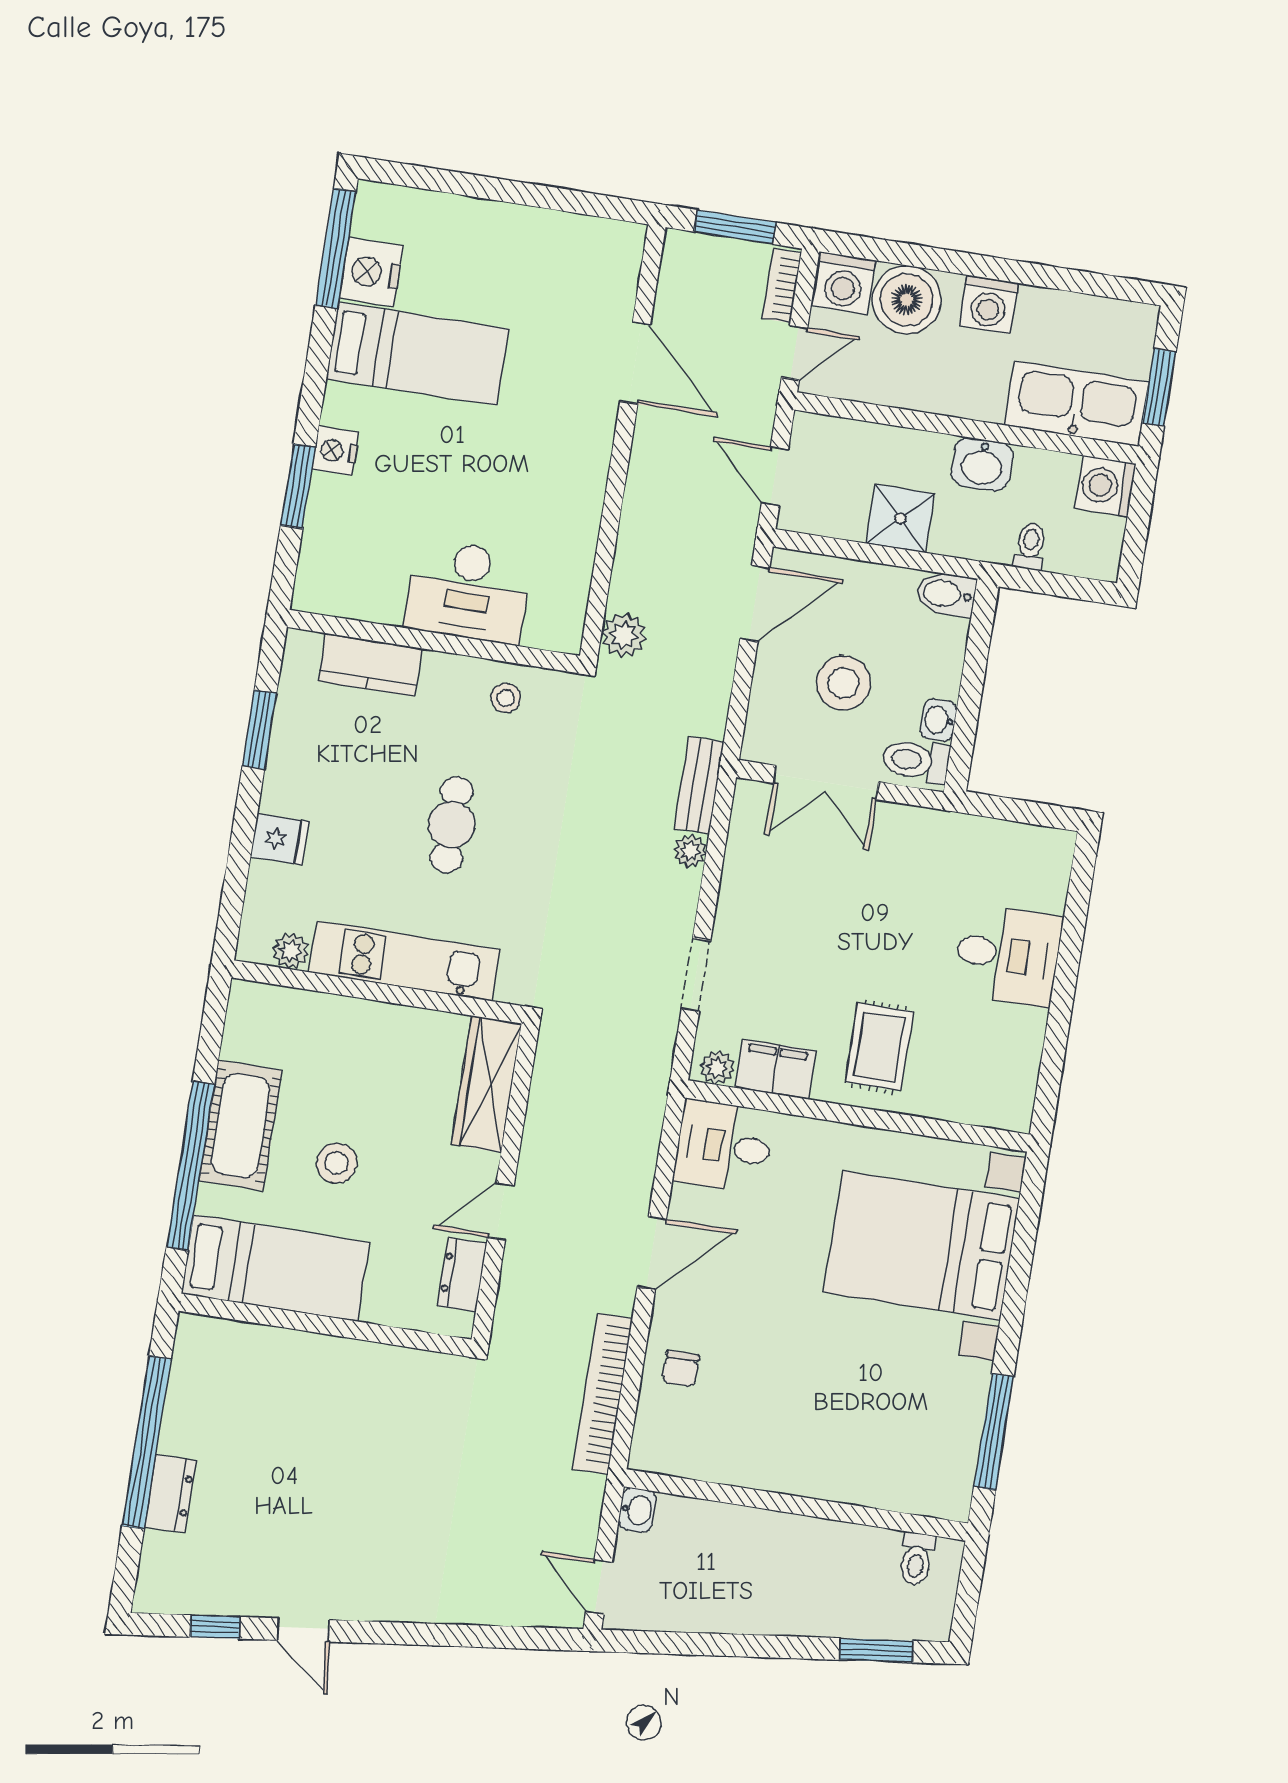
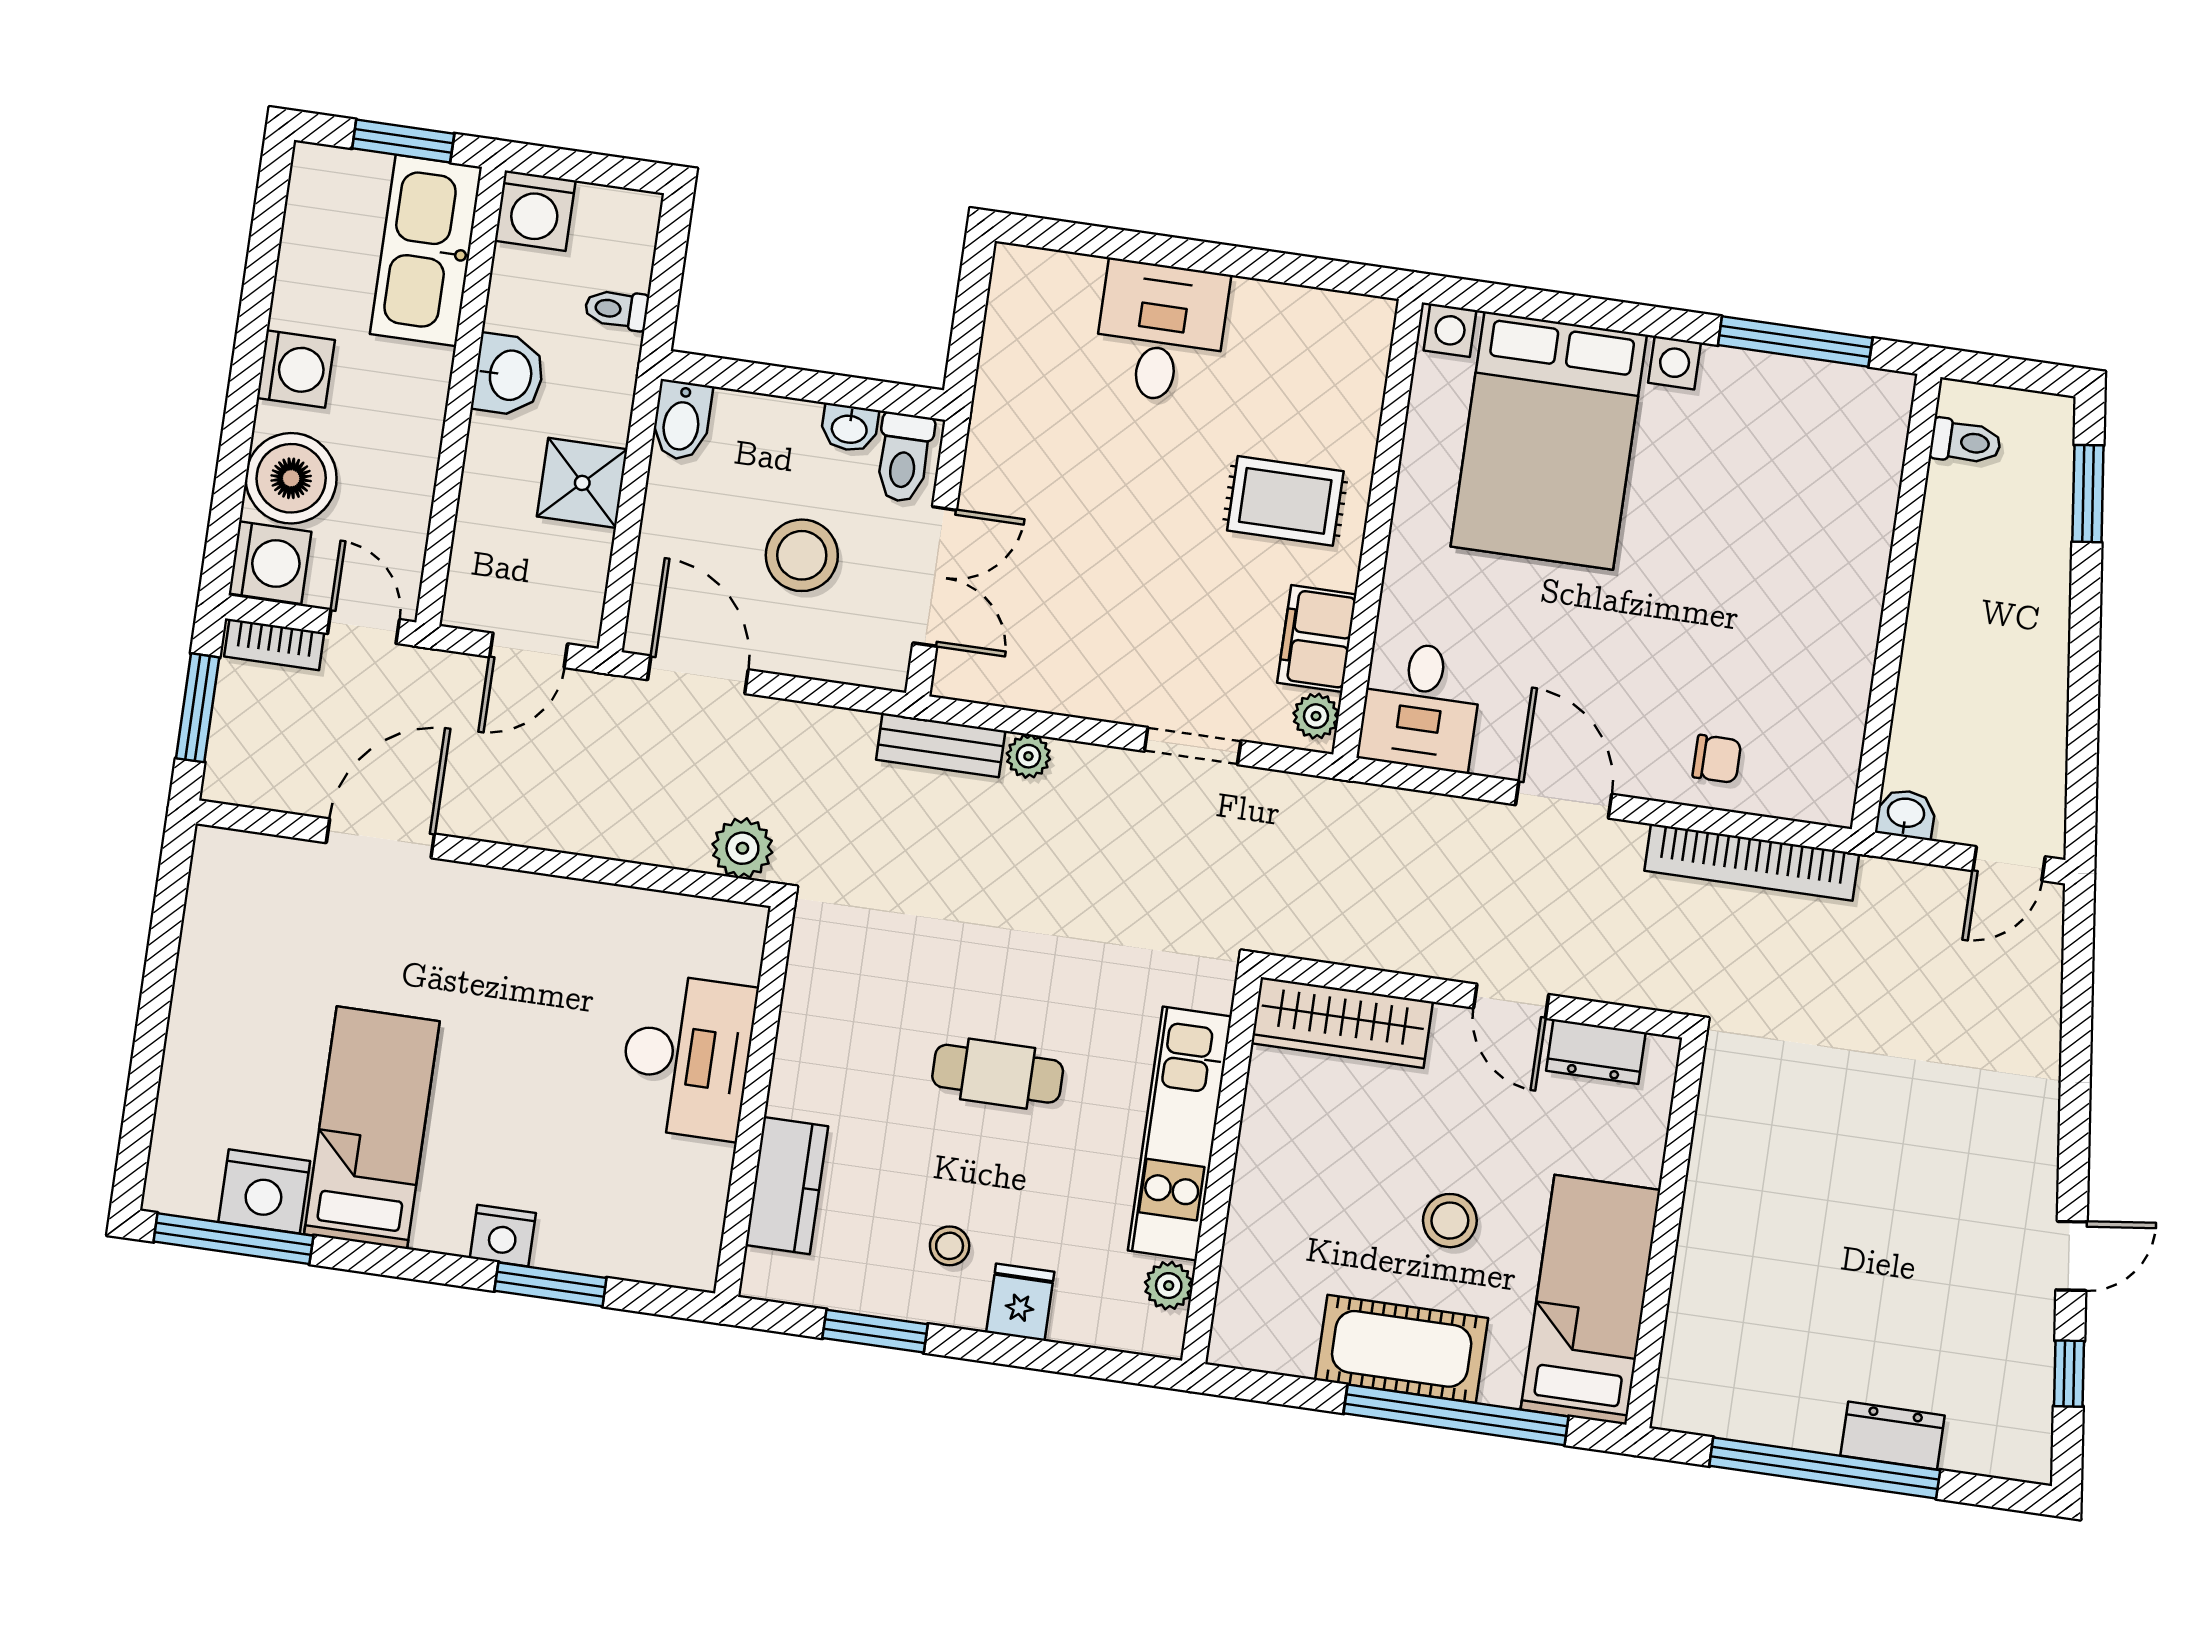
stool: (506, 698) -> (950, 1246), moved

